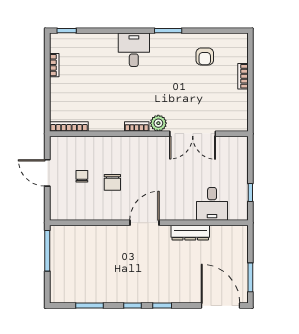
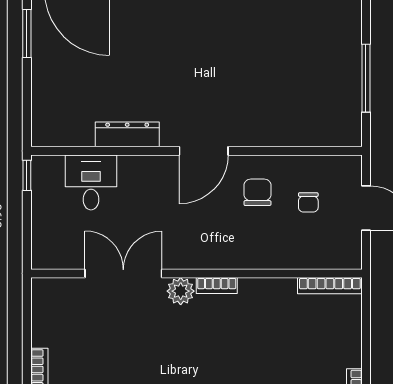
desk: (212, 204) -> (91, 182), moved
door: (145, 223) -> (204, 151), moved
wall: (149, 223) -> (196, 151), moved
dresser: (190, 233) -> (127, 134), moved

